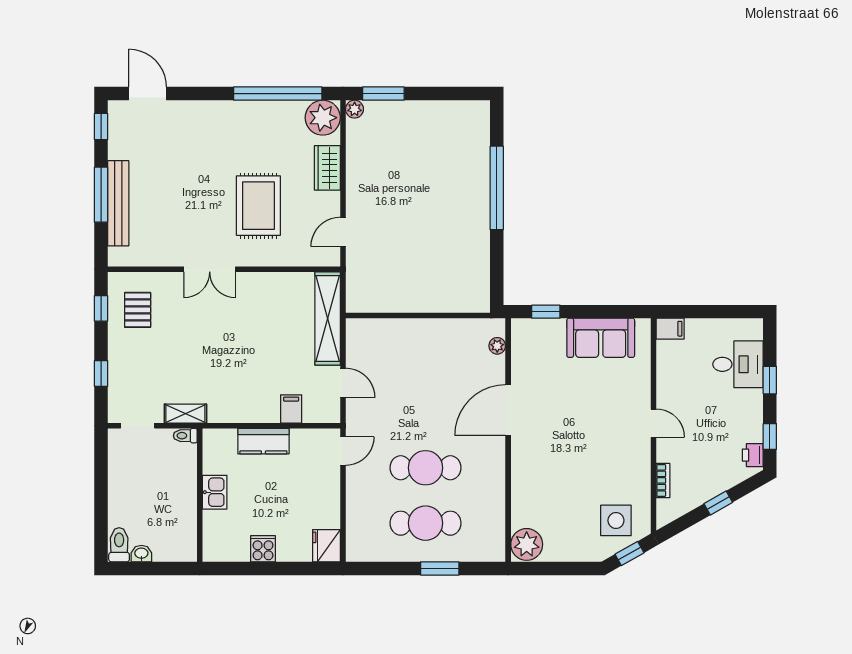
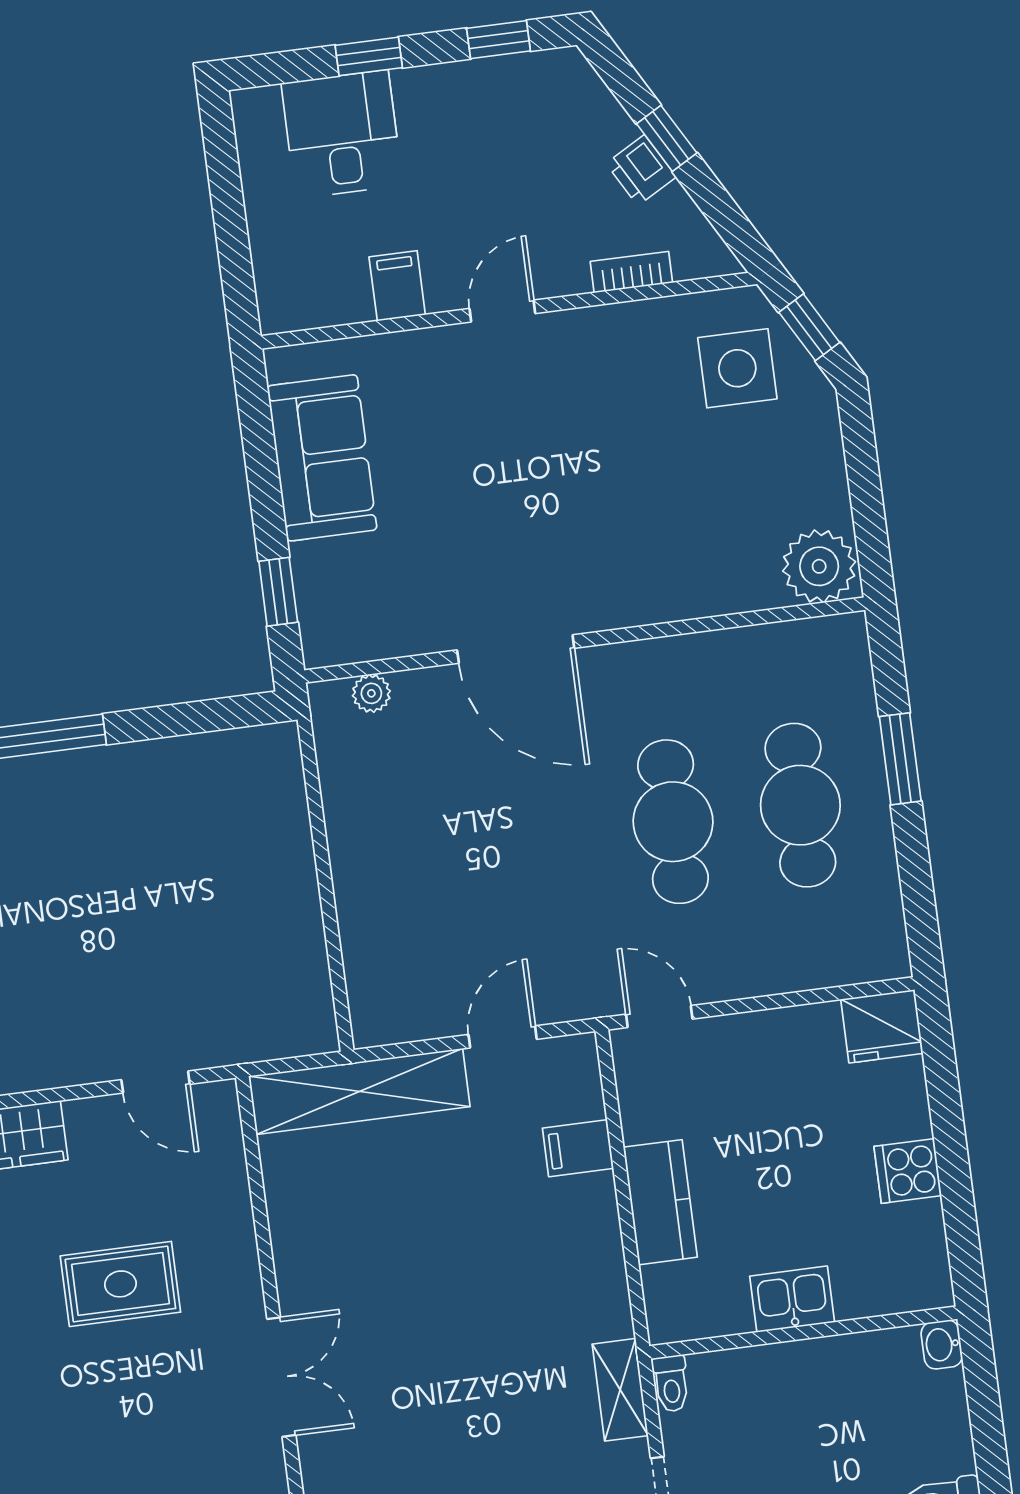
rug: (258, 206) -> (120, 1284), width x0.73, depth x0.70
filing cabinet: (670, 329) -> (397, 286), moved
printer: (753, 455) -> (641, 170), moved, turned 60
washbasin: (141, 554) -> (942, 1345), moved

